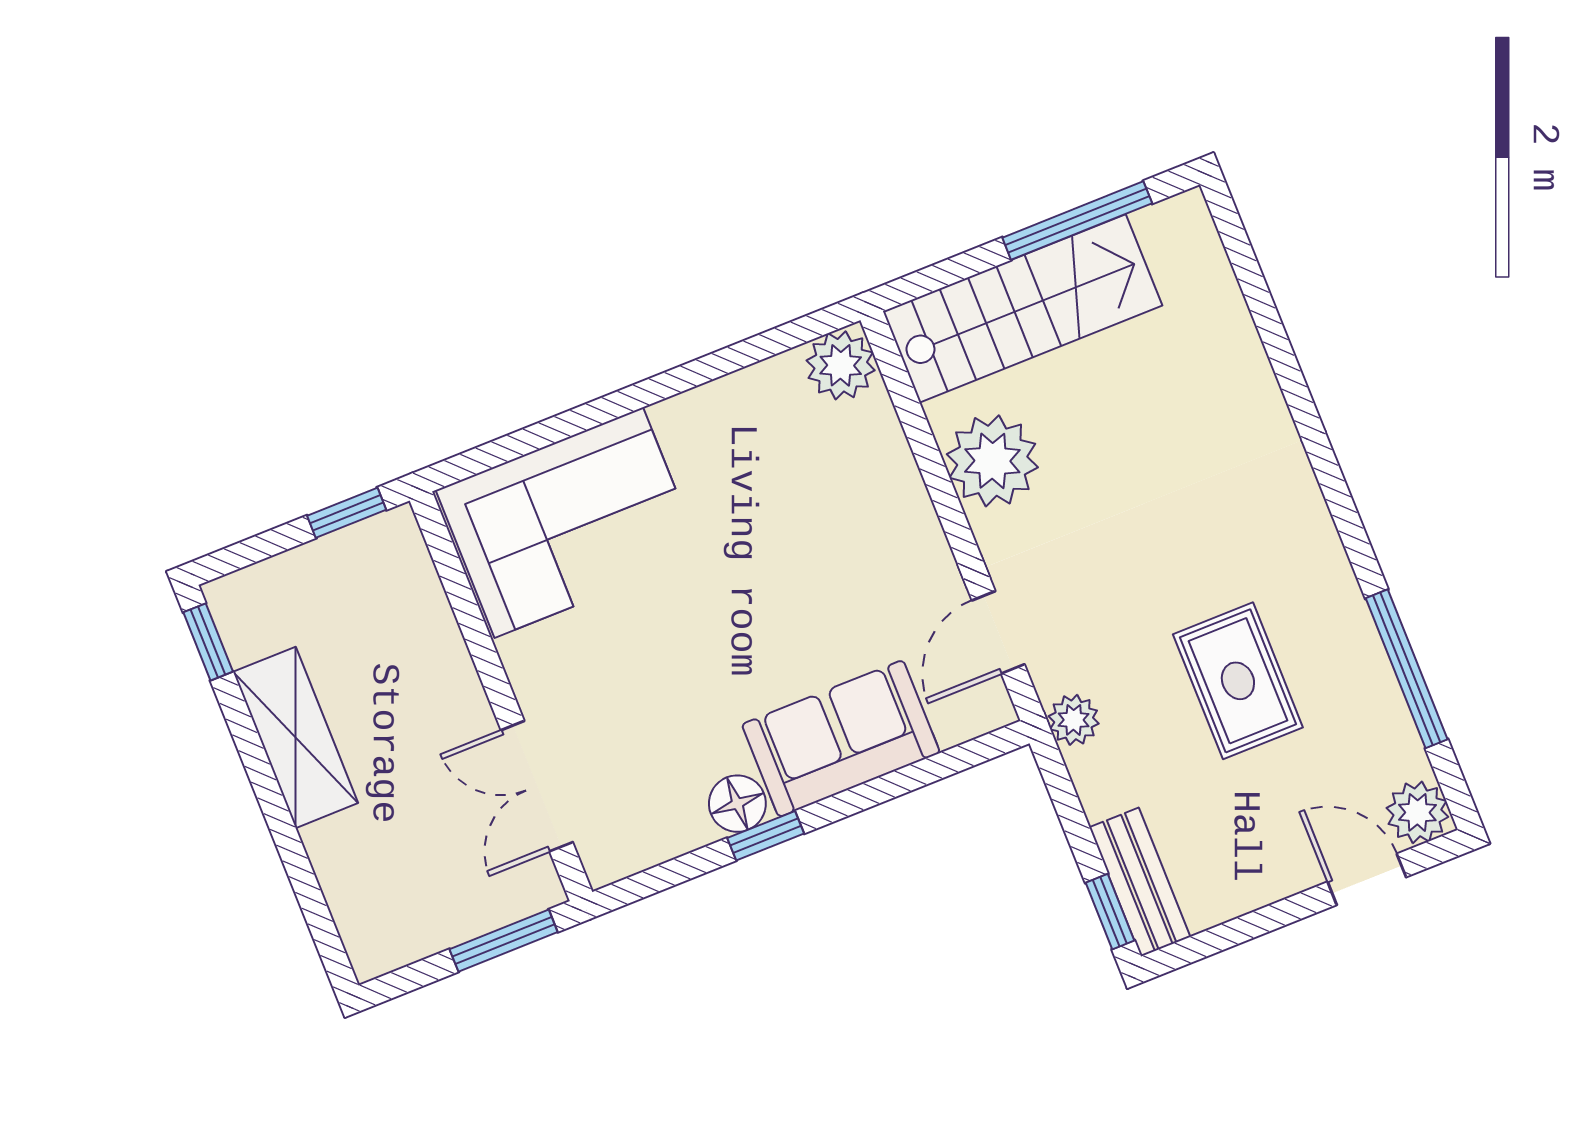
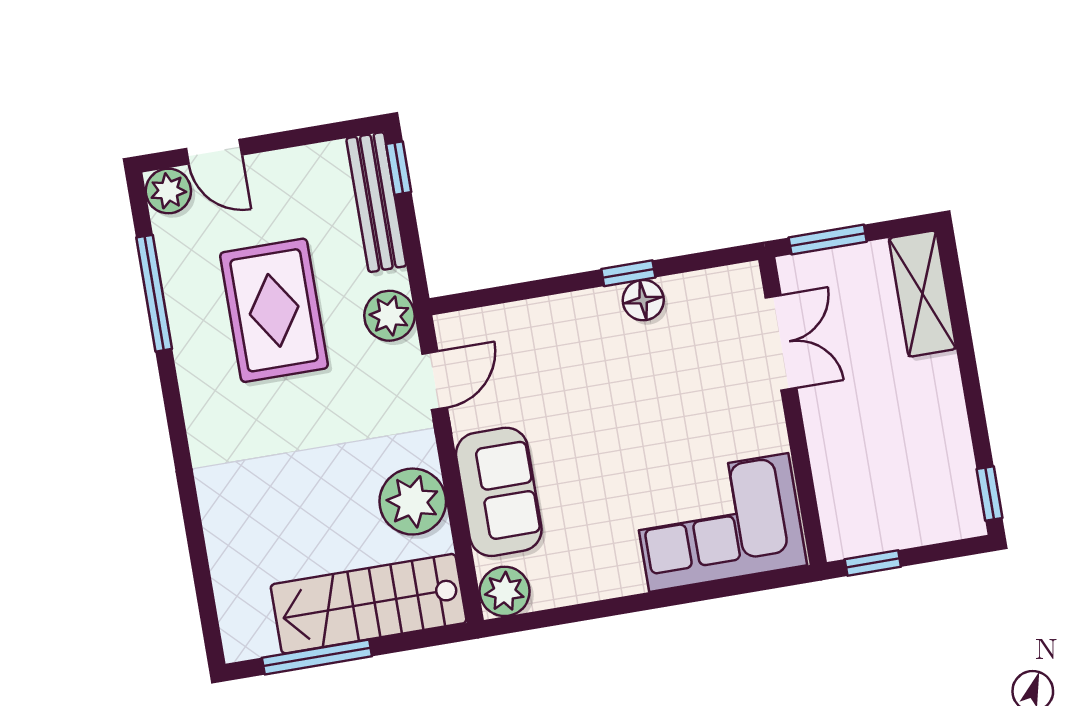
rug: (1238, 681) -> (274, 310), width x1.36, depth x1.43
plant: (1074, 720) -> (389, 316), width x1.38, depth x1.38
shelving: (296, 737) -> (922, 294), moved
sofa: (841, 739) -> (499, 492), moved, turned -90
bench: (1140, 882) -> (376, 202), width x1.36

